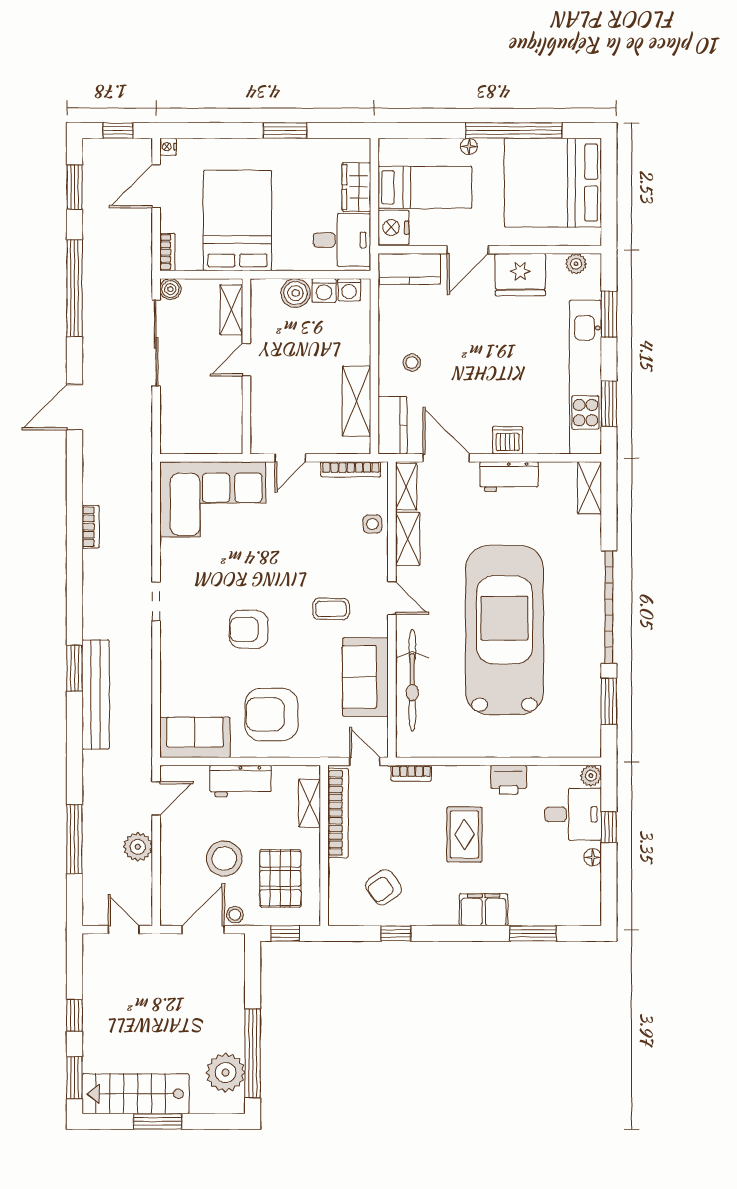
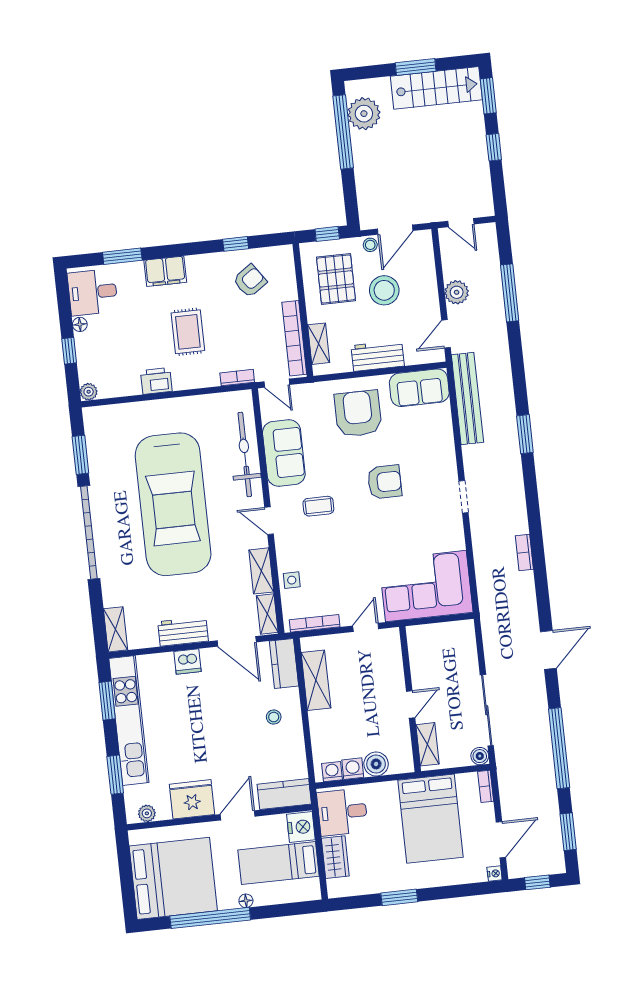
bench: (96, 695) -> (467, 399), moved
armchair: (271, 714) -> (358, 414), turned -90
desk: (573, 814) -> (93, 292), moved

